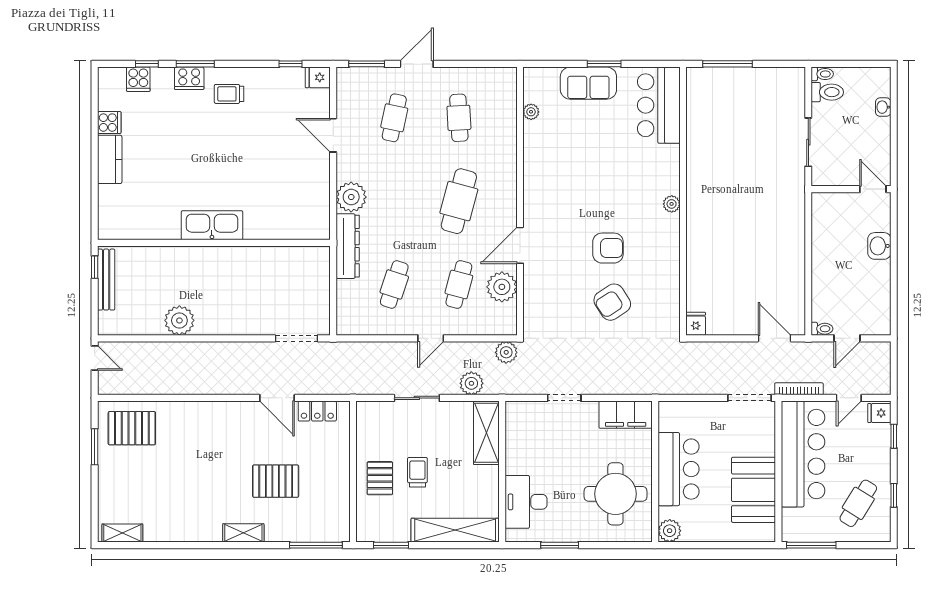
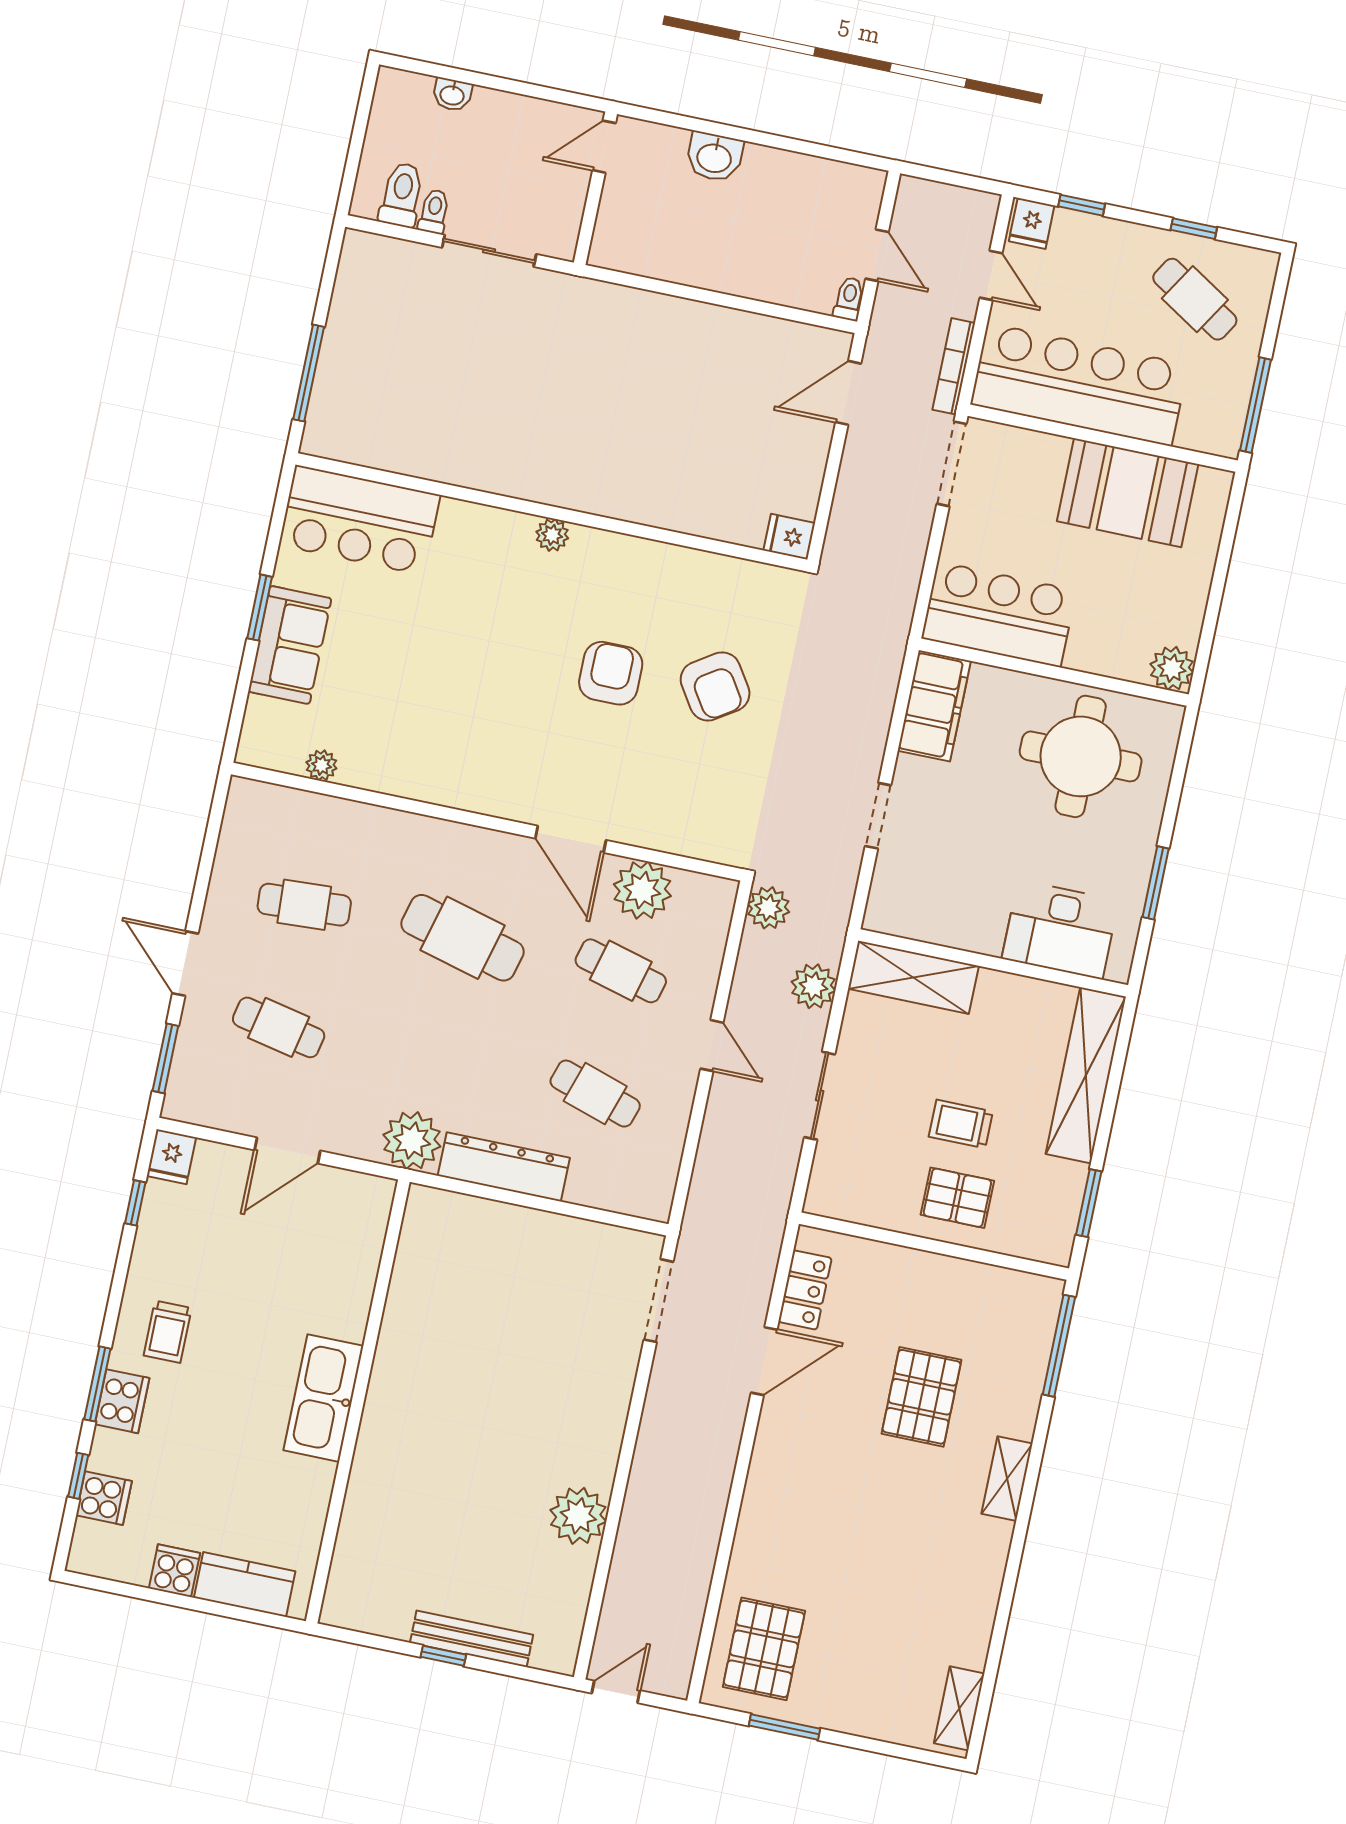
toilet: (822, 74) -> (434, 212), moved
kitchen sink: (212, 225) -> (323, 1398), moved
wall: (214, 243) -> (358, 1402), moved
bar counter: (679, 469) -> (999, 614), moved

